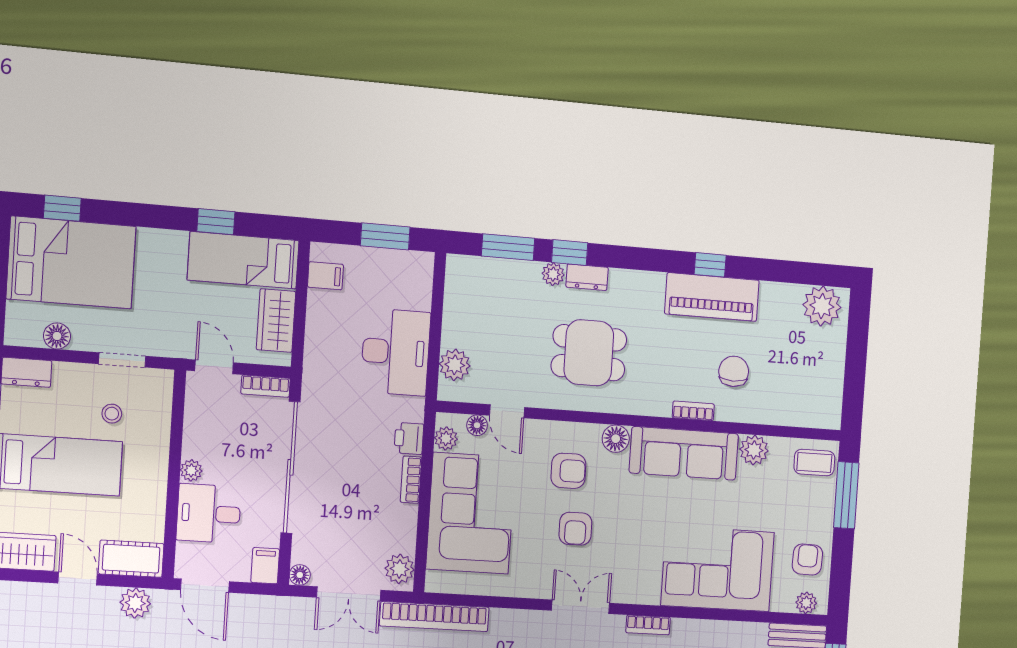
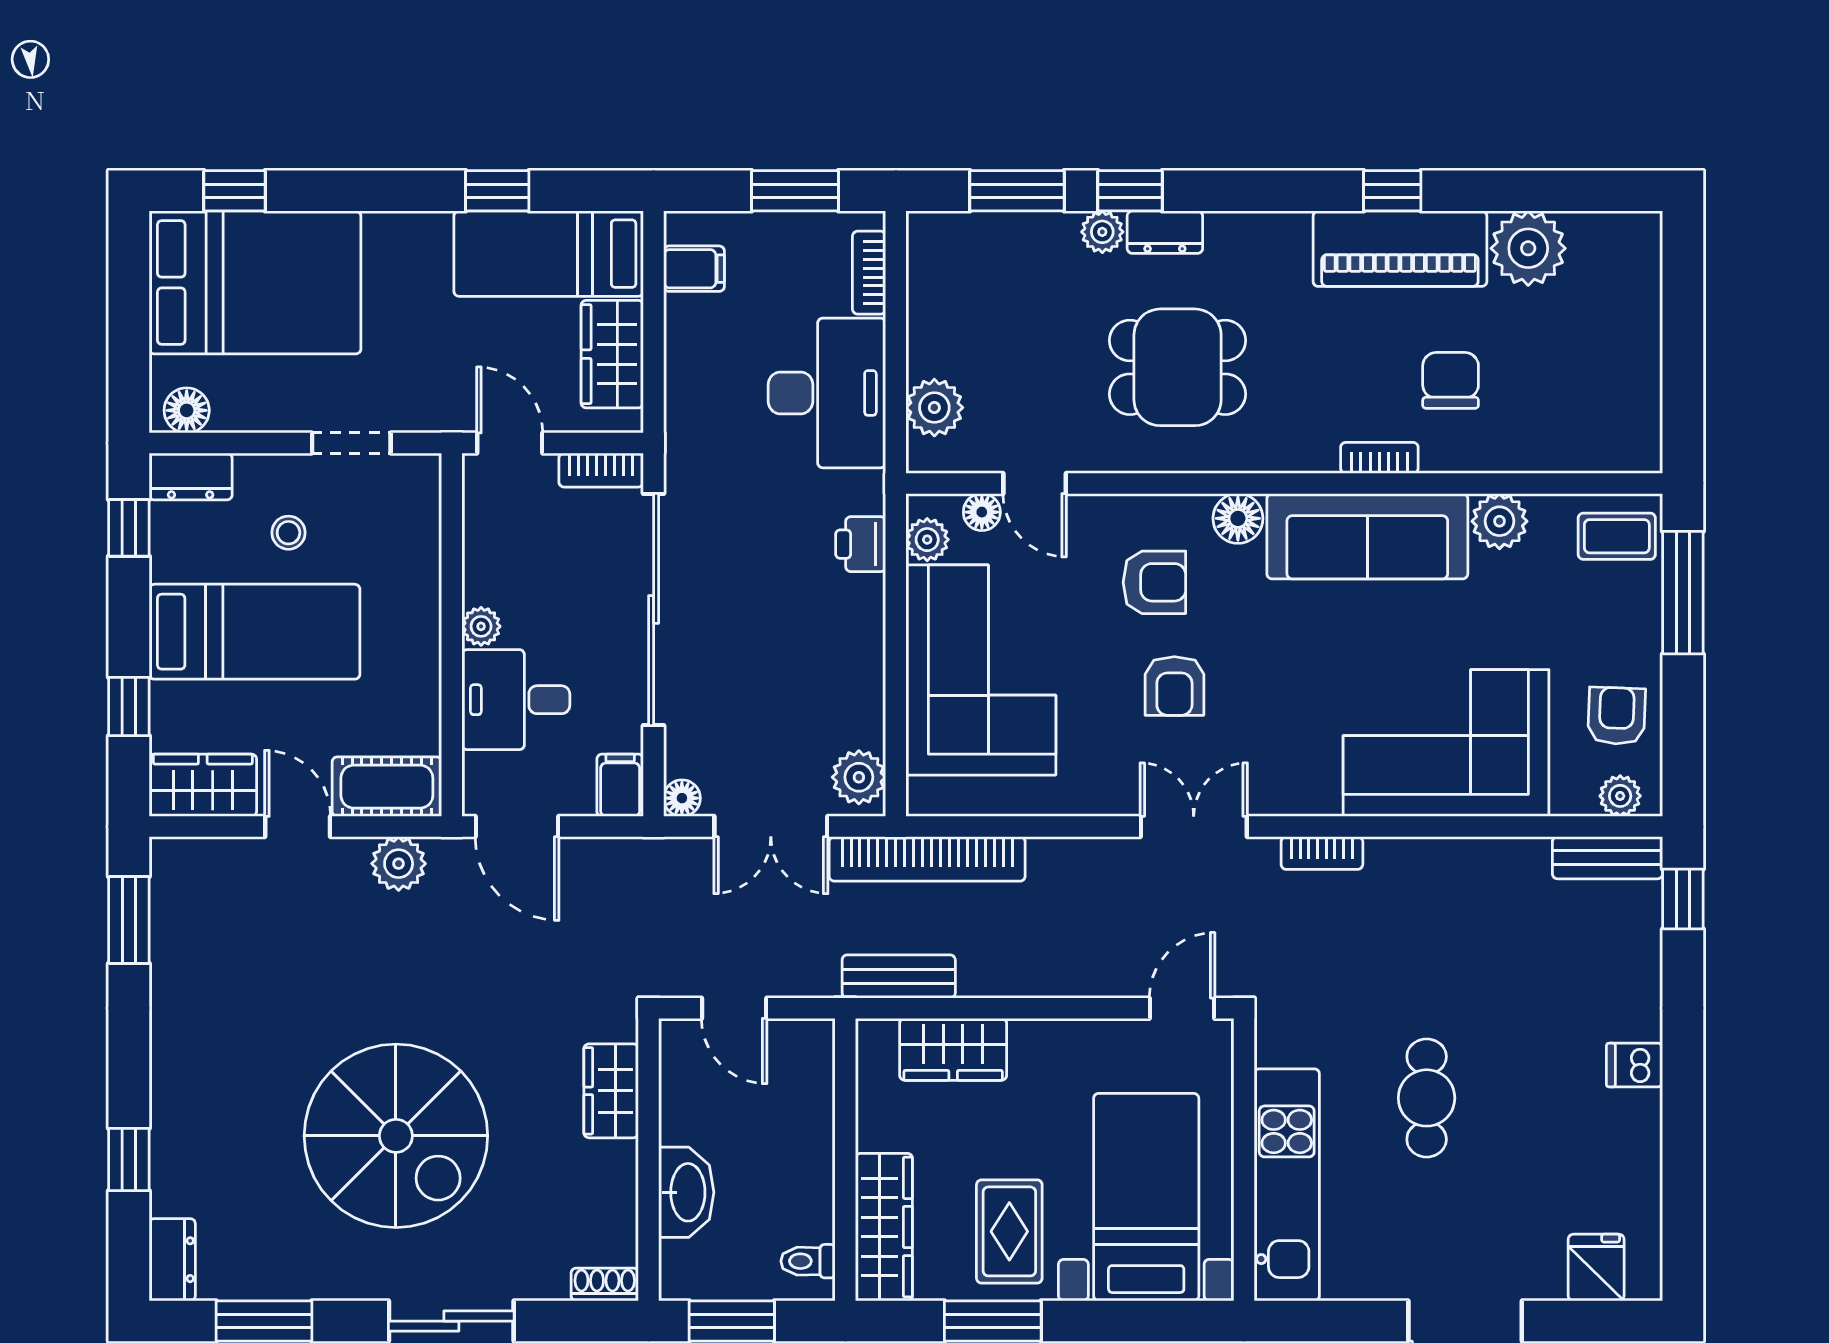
plant: (822, 306) -> (1528, 248), moved
floor lamp: (57, 336) -> (187, 410), moved
stool: (112, 414) -> (288, 533), moved
bookcase: (411, 480) -> (869, 273), moved

